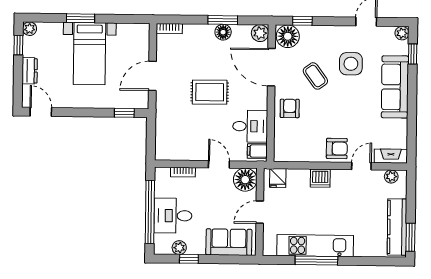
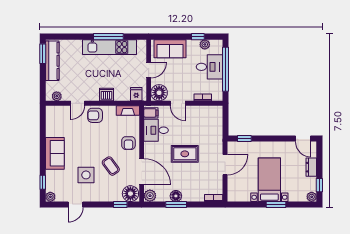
sofa: (395, 87) -> (55, 153), width x0.73
fireplace: (391, 156) -> (128, 110), moved

